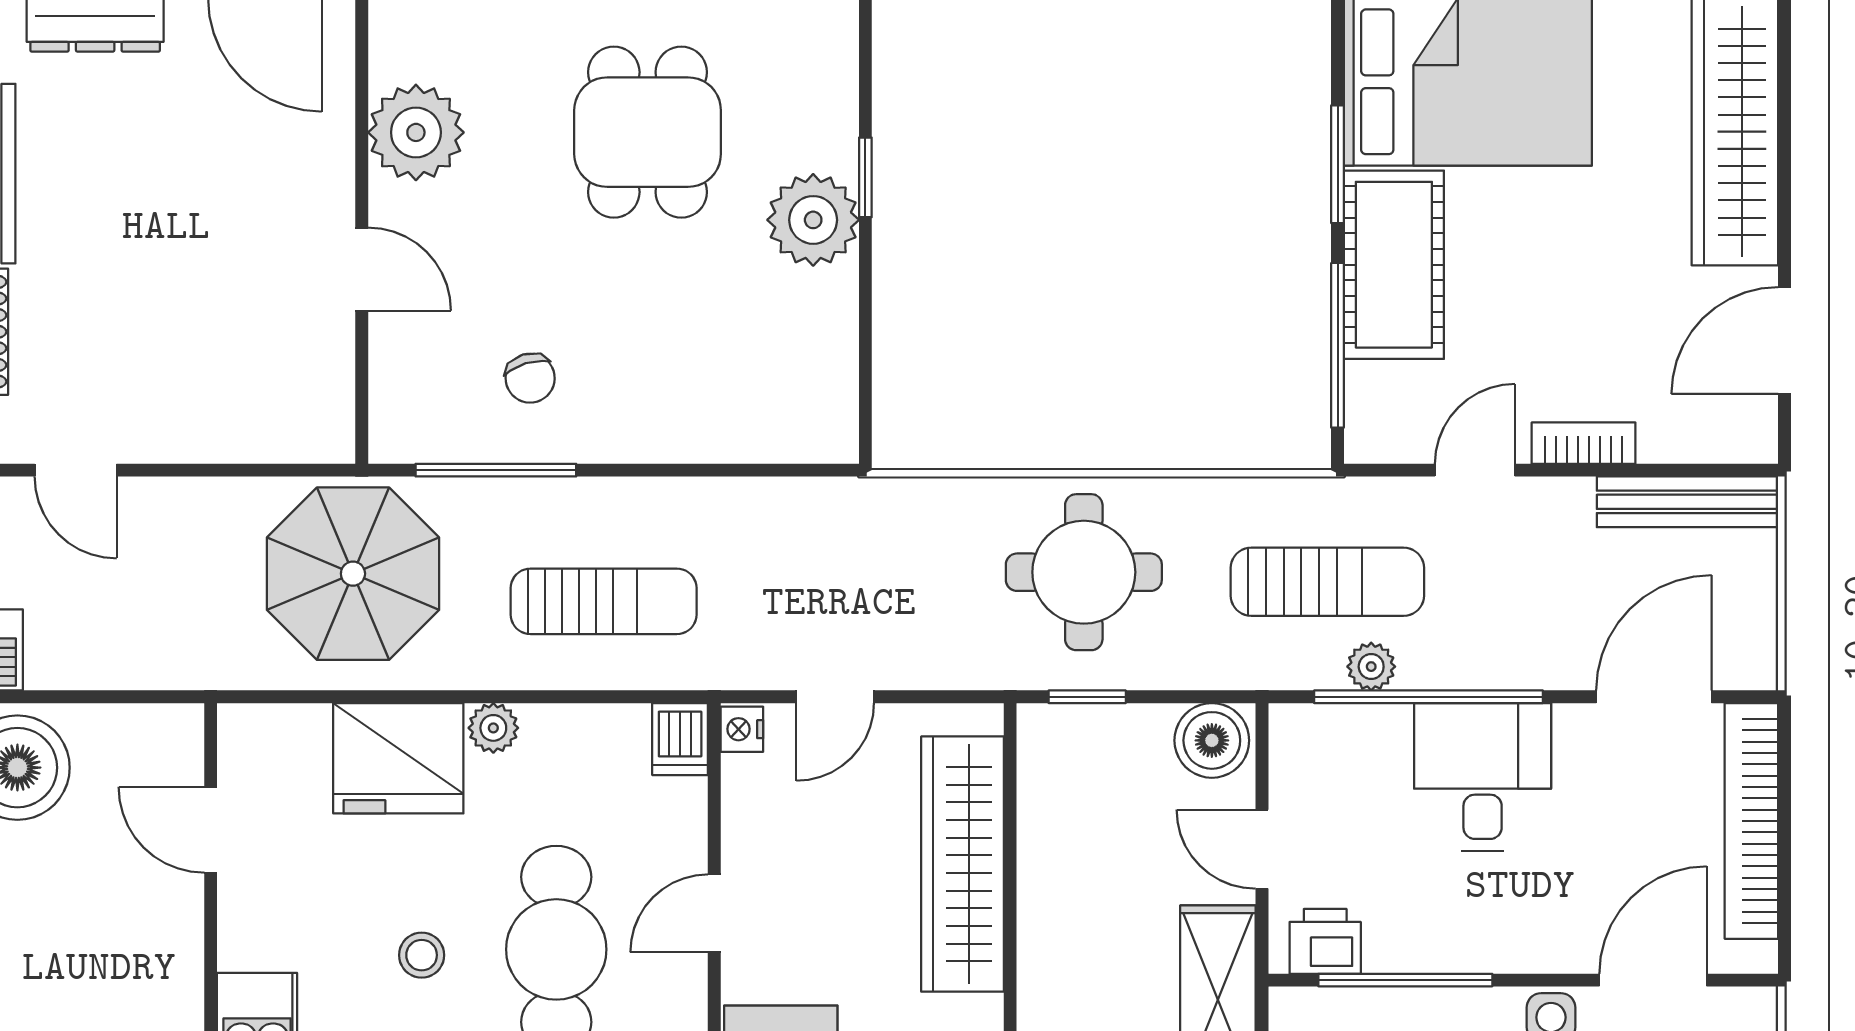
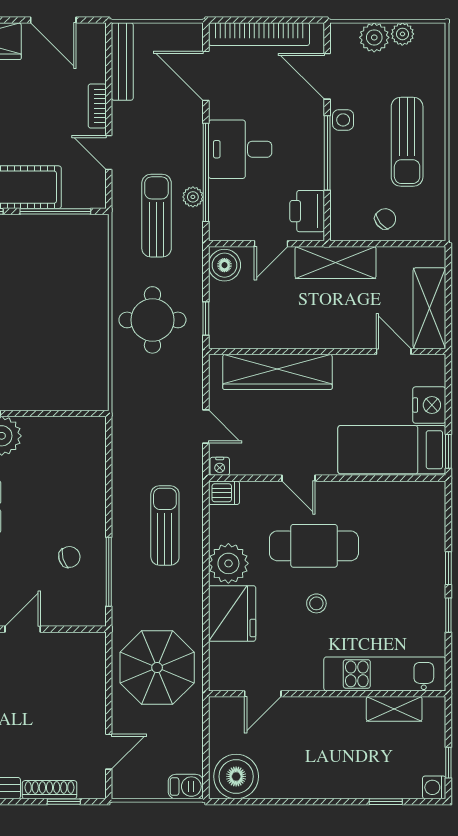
parasol: (353, 574) -> (157, 668), moved
plant: (493, 728) -> (228, 563), width x1.88, depth x1.88
printer: (1325, 941) -> (307, 211), width x1.36, depth x1.24
window: (1405, 980) -> (327, 153), moved

